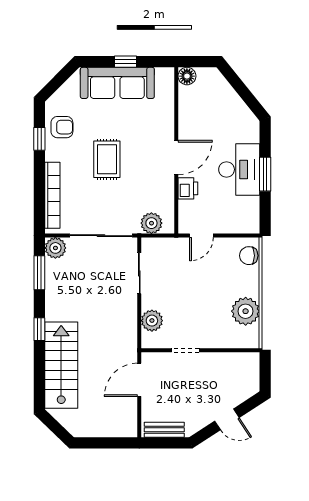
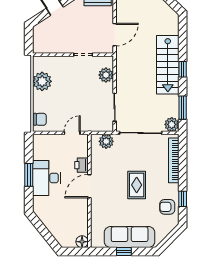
stairs: (61, 365) -> (168, 65), moved

